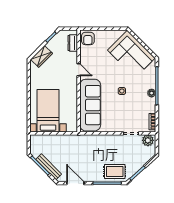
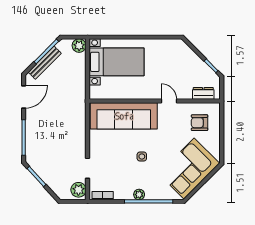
armchair: (88, 38) -> (200, 123), moved
wardrobe: (42, 56) -> (186, 54), removed
door: (79, 70) -> (169, 101), swing flipped
plant: (35, 140) -> (79, 46), added
rug: (115, 172) -> (39, 147), removed

